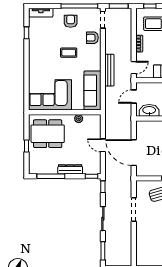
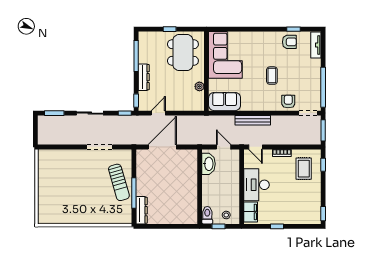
armchair: (71, 21) -> (289, 42), moved
sofa: (92, 91) -> (225, 102), width x0.73
door: (103, 145) -> (158, 113), moved

